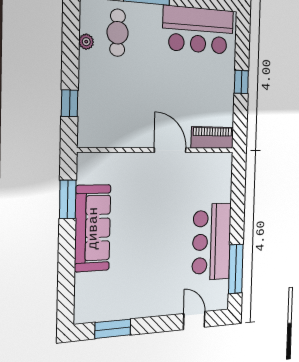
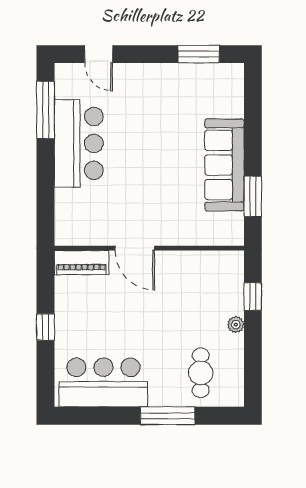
plant: (86, 42) -> (236, 325), moved

